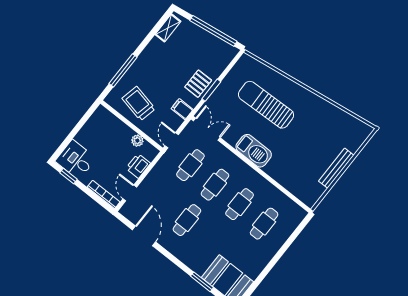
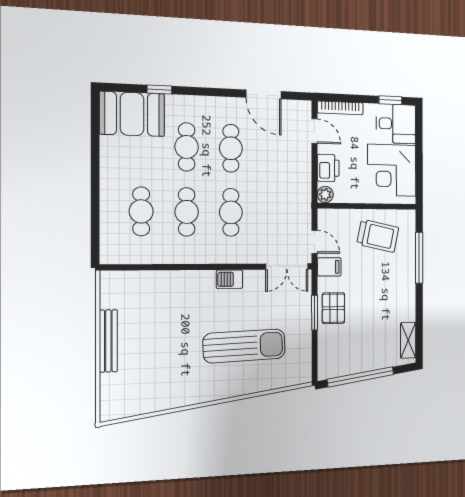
corner desk: (100, 135) -> (392, 170), added
door: (172, 140) -> (315, 242), moved
plant: (137, 141) -> (325, 194), moved
barbecue: (254, 151) -> (229, 279), width x0.53, depth x0.65
cafe table: (190, 165) -> (187, 147), moved
window: (202, 282) -> (159, 90), width x0.67

